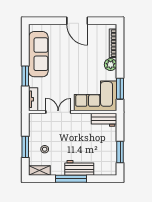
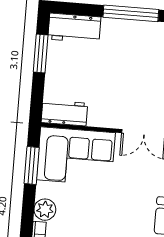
workbench: (79, 168) -> (74, 28), moved

